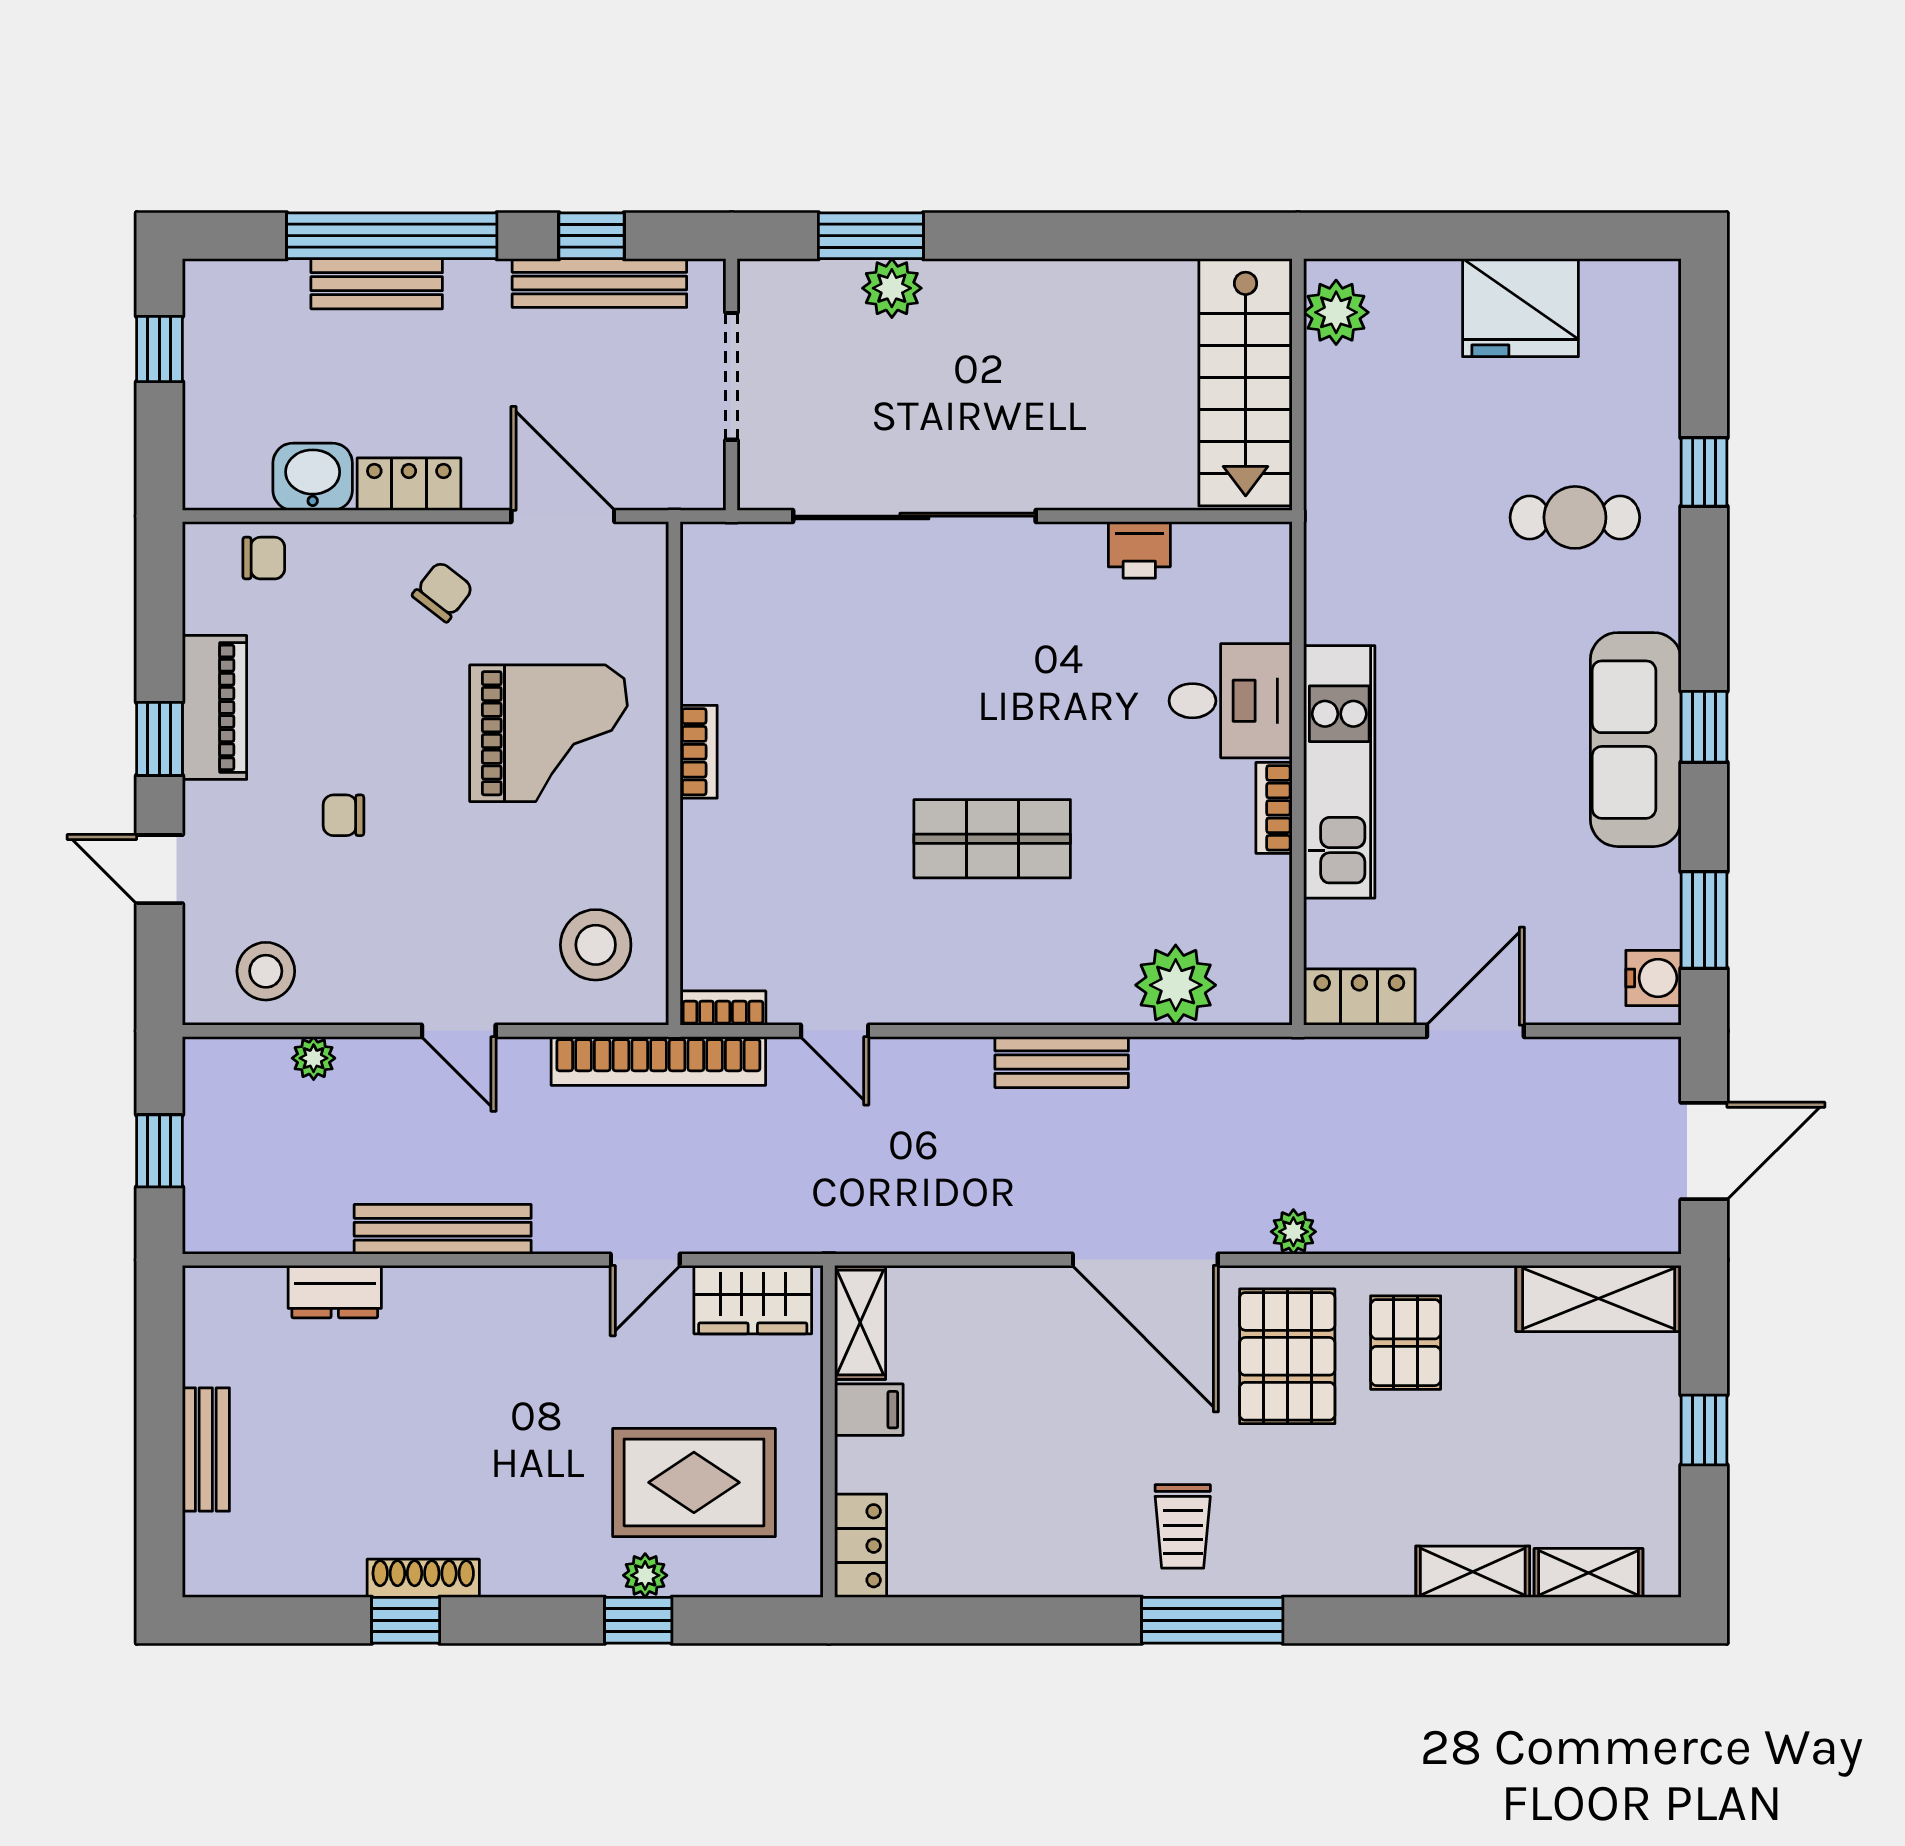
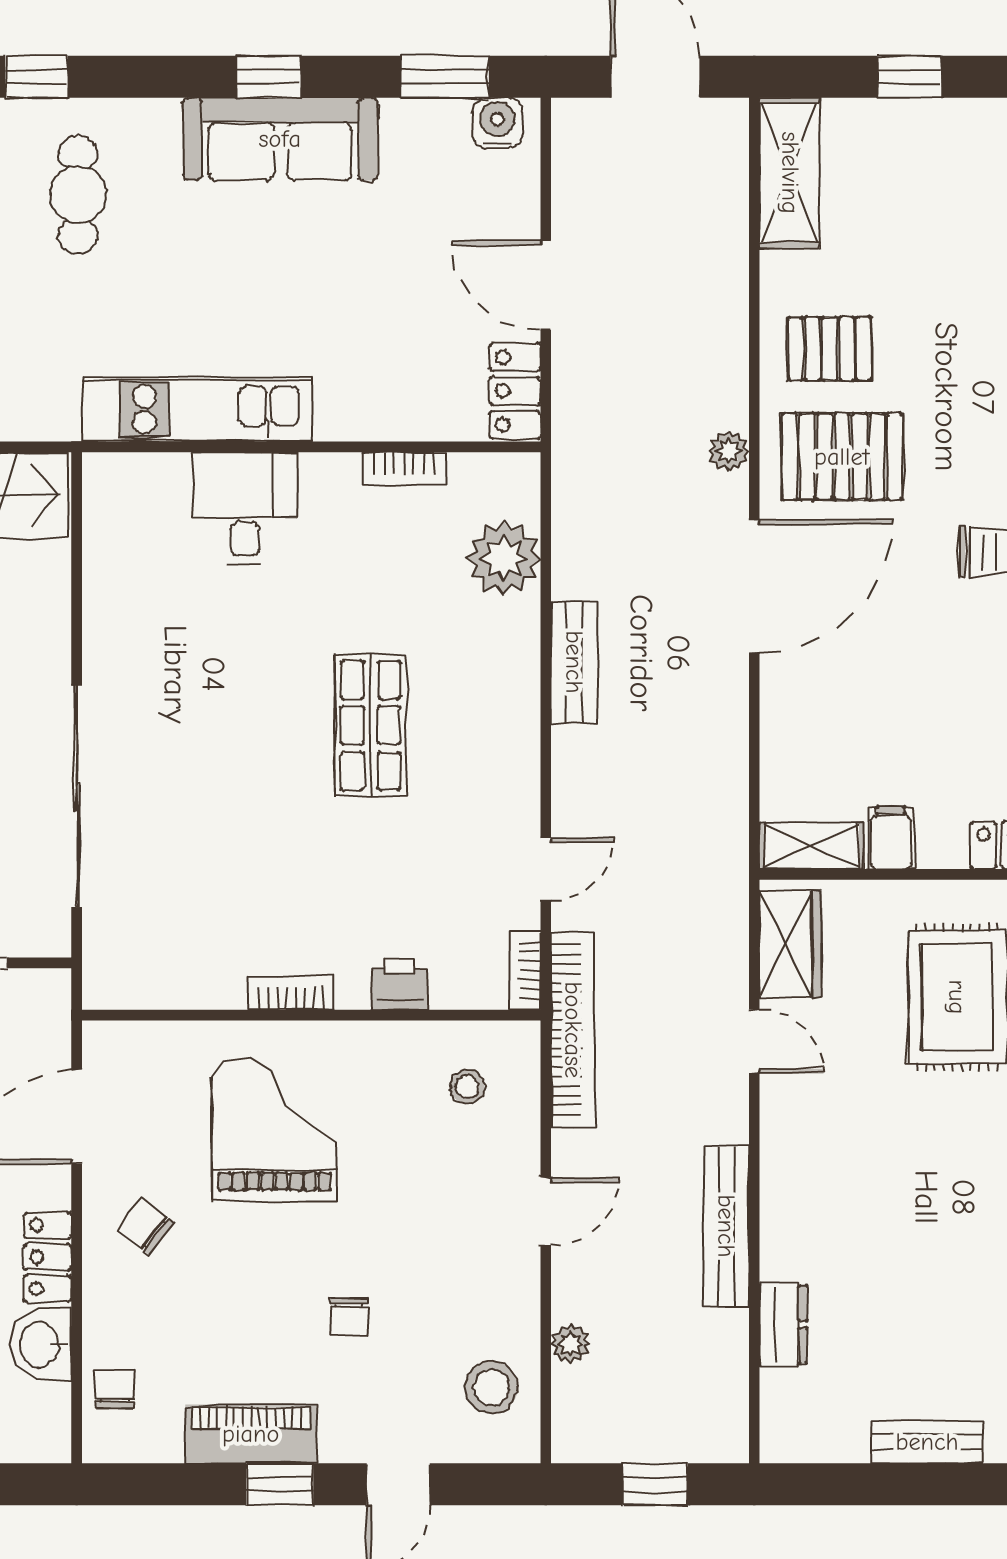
printer: (1139, 550) -> (400, 984), moved, turned -90
kitchen unit: (1339, 772) -> (197, 409), moved
bookcase: (1274, 808) -> (404, 469), moved
stool: (596, 945) -> (467, 1087), width x0.53, depth x0.53

